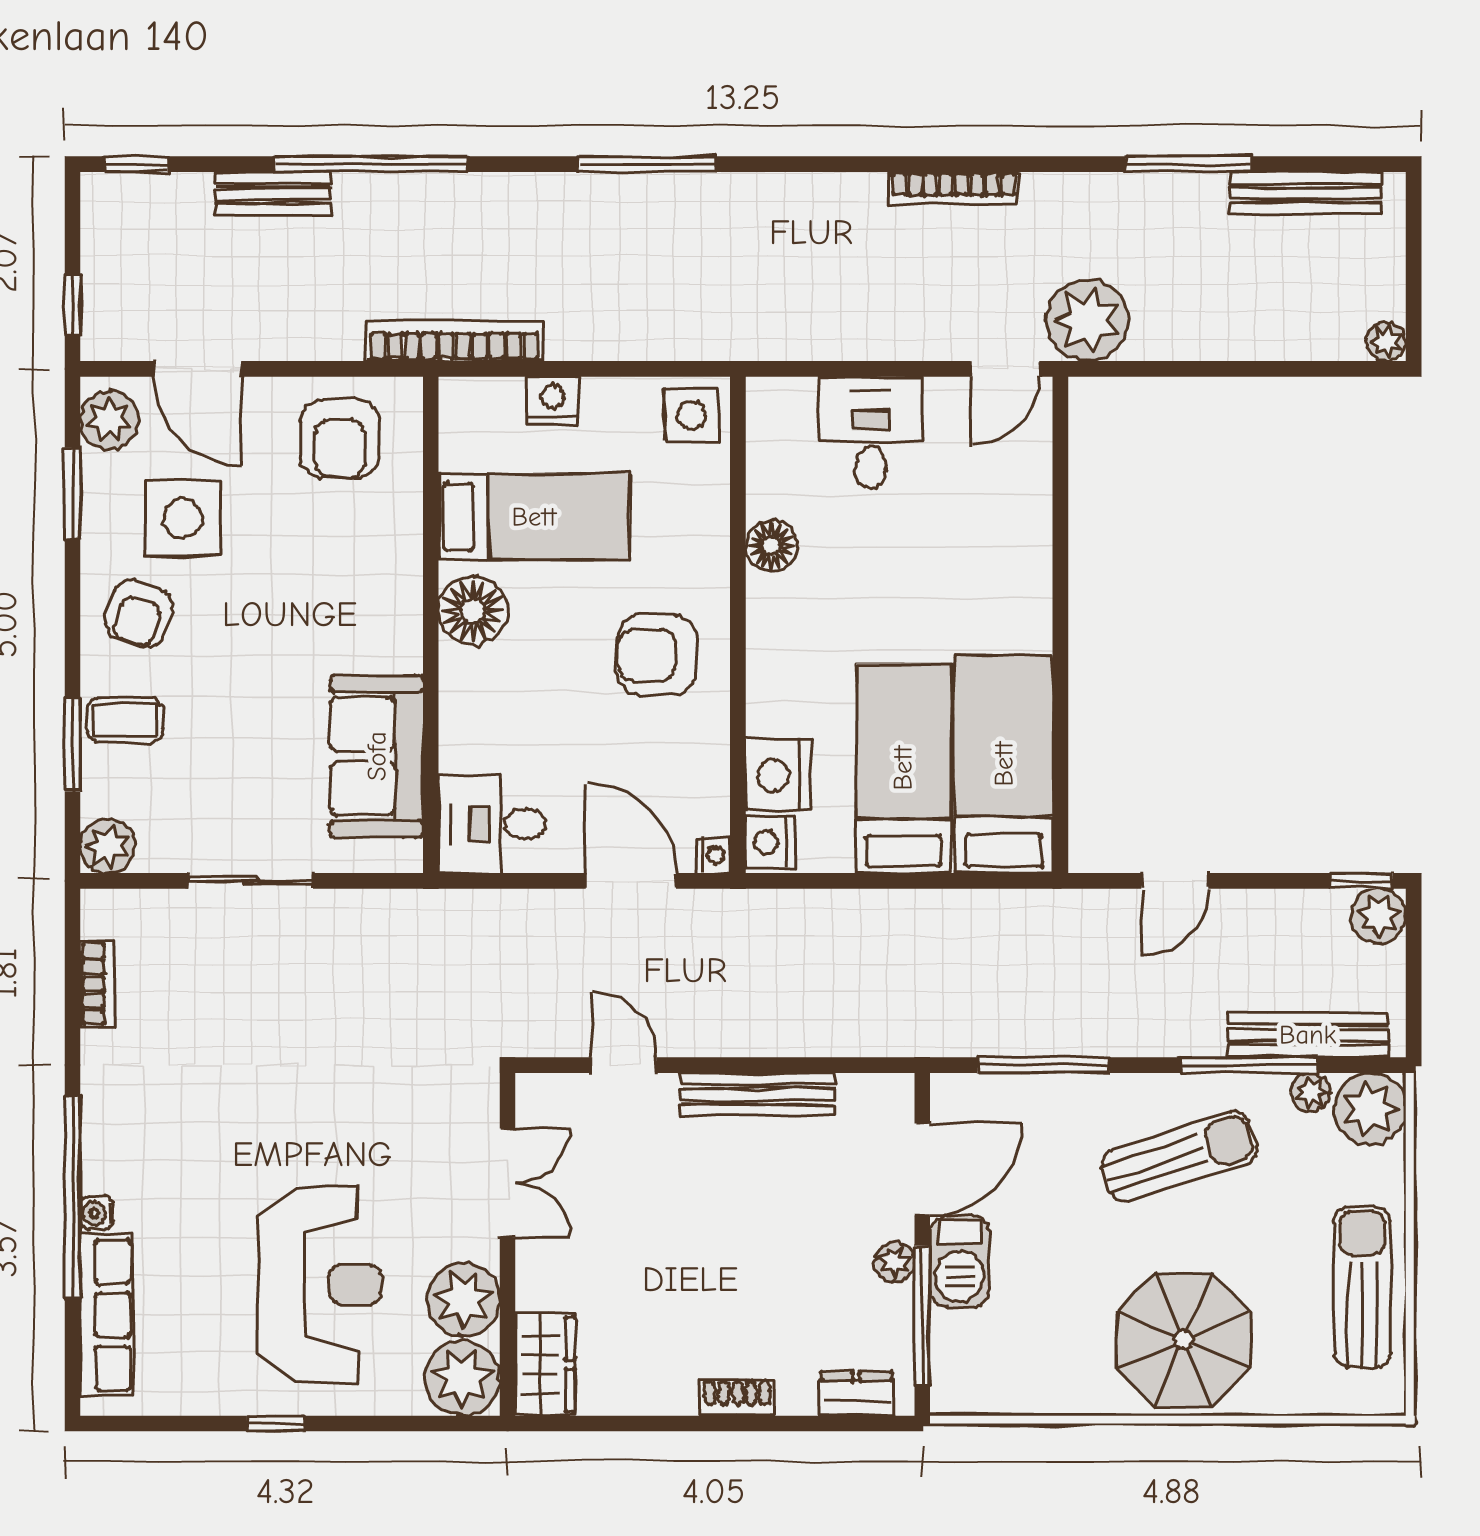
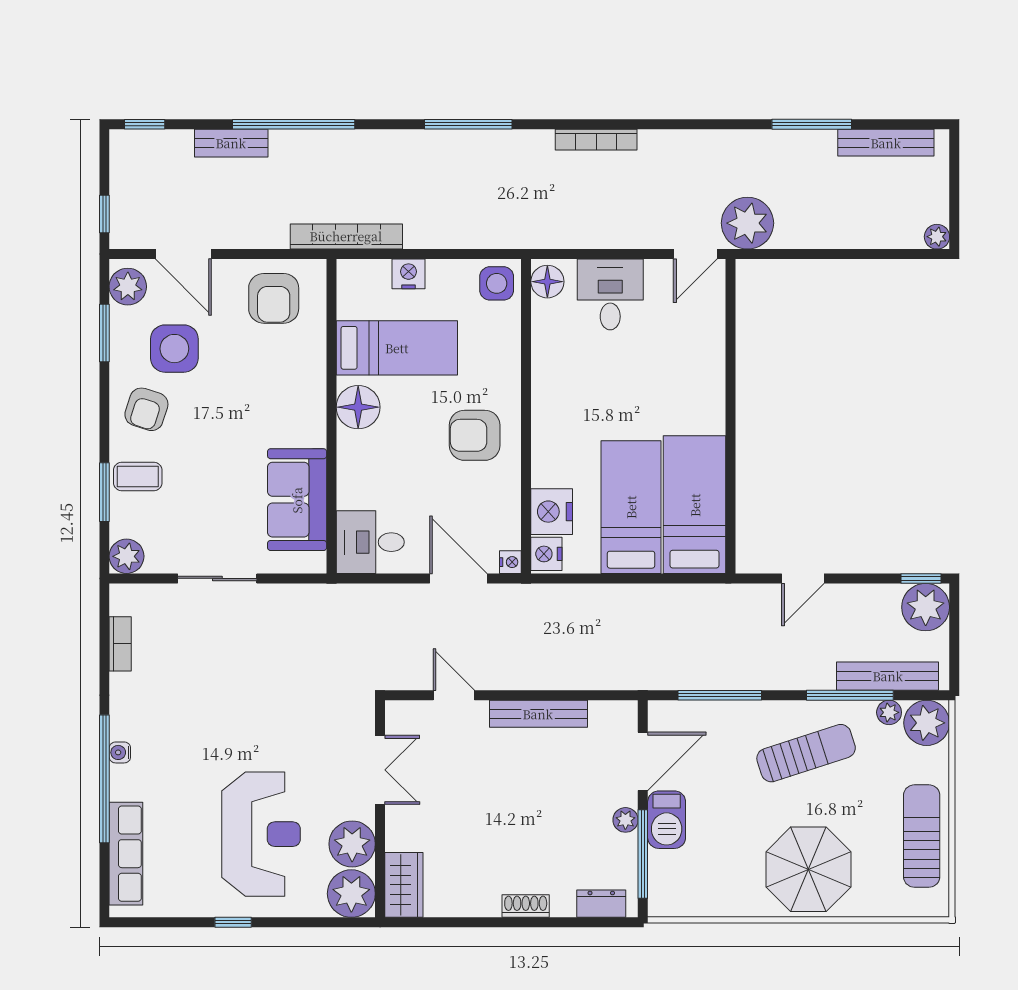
bookcase: (954, 188) -> (596, 140), moved
floor lamp: (772, 546) -> (547, 282), moved
plant: (1378, 916) -> (926, 607), width x1.36, depth x1.36
water cooler: (97, 1213) -> (120, 752), moved

